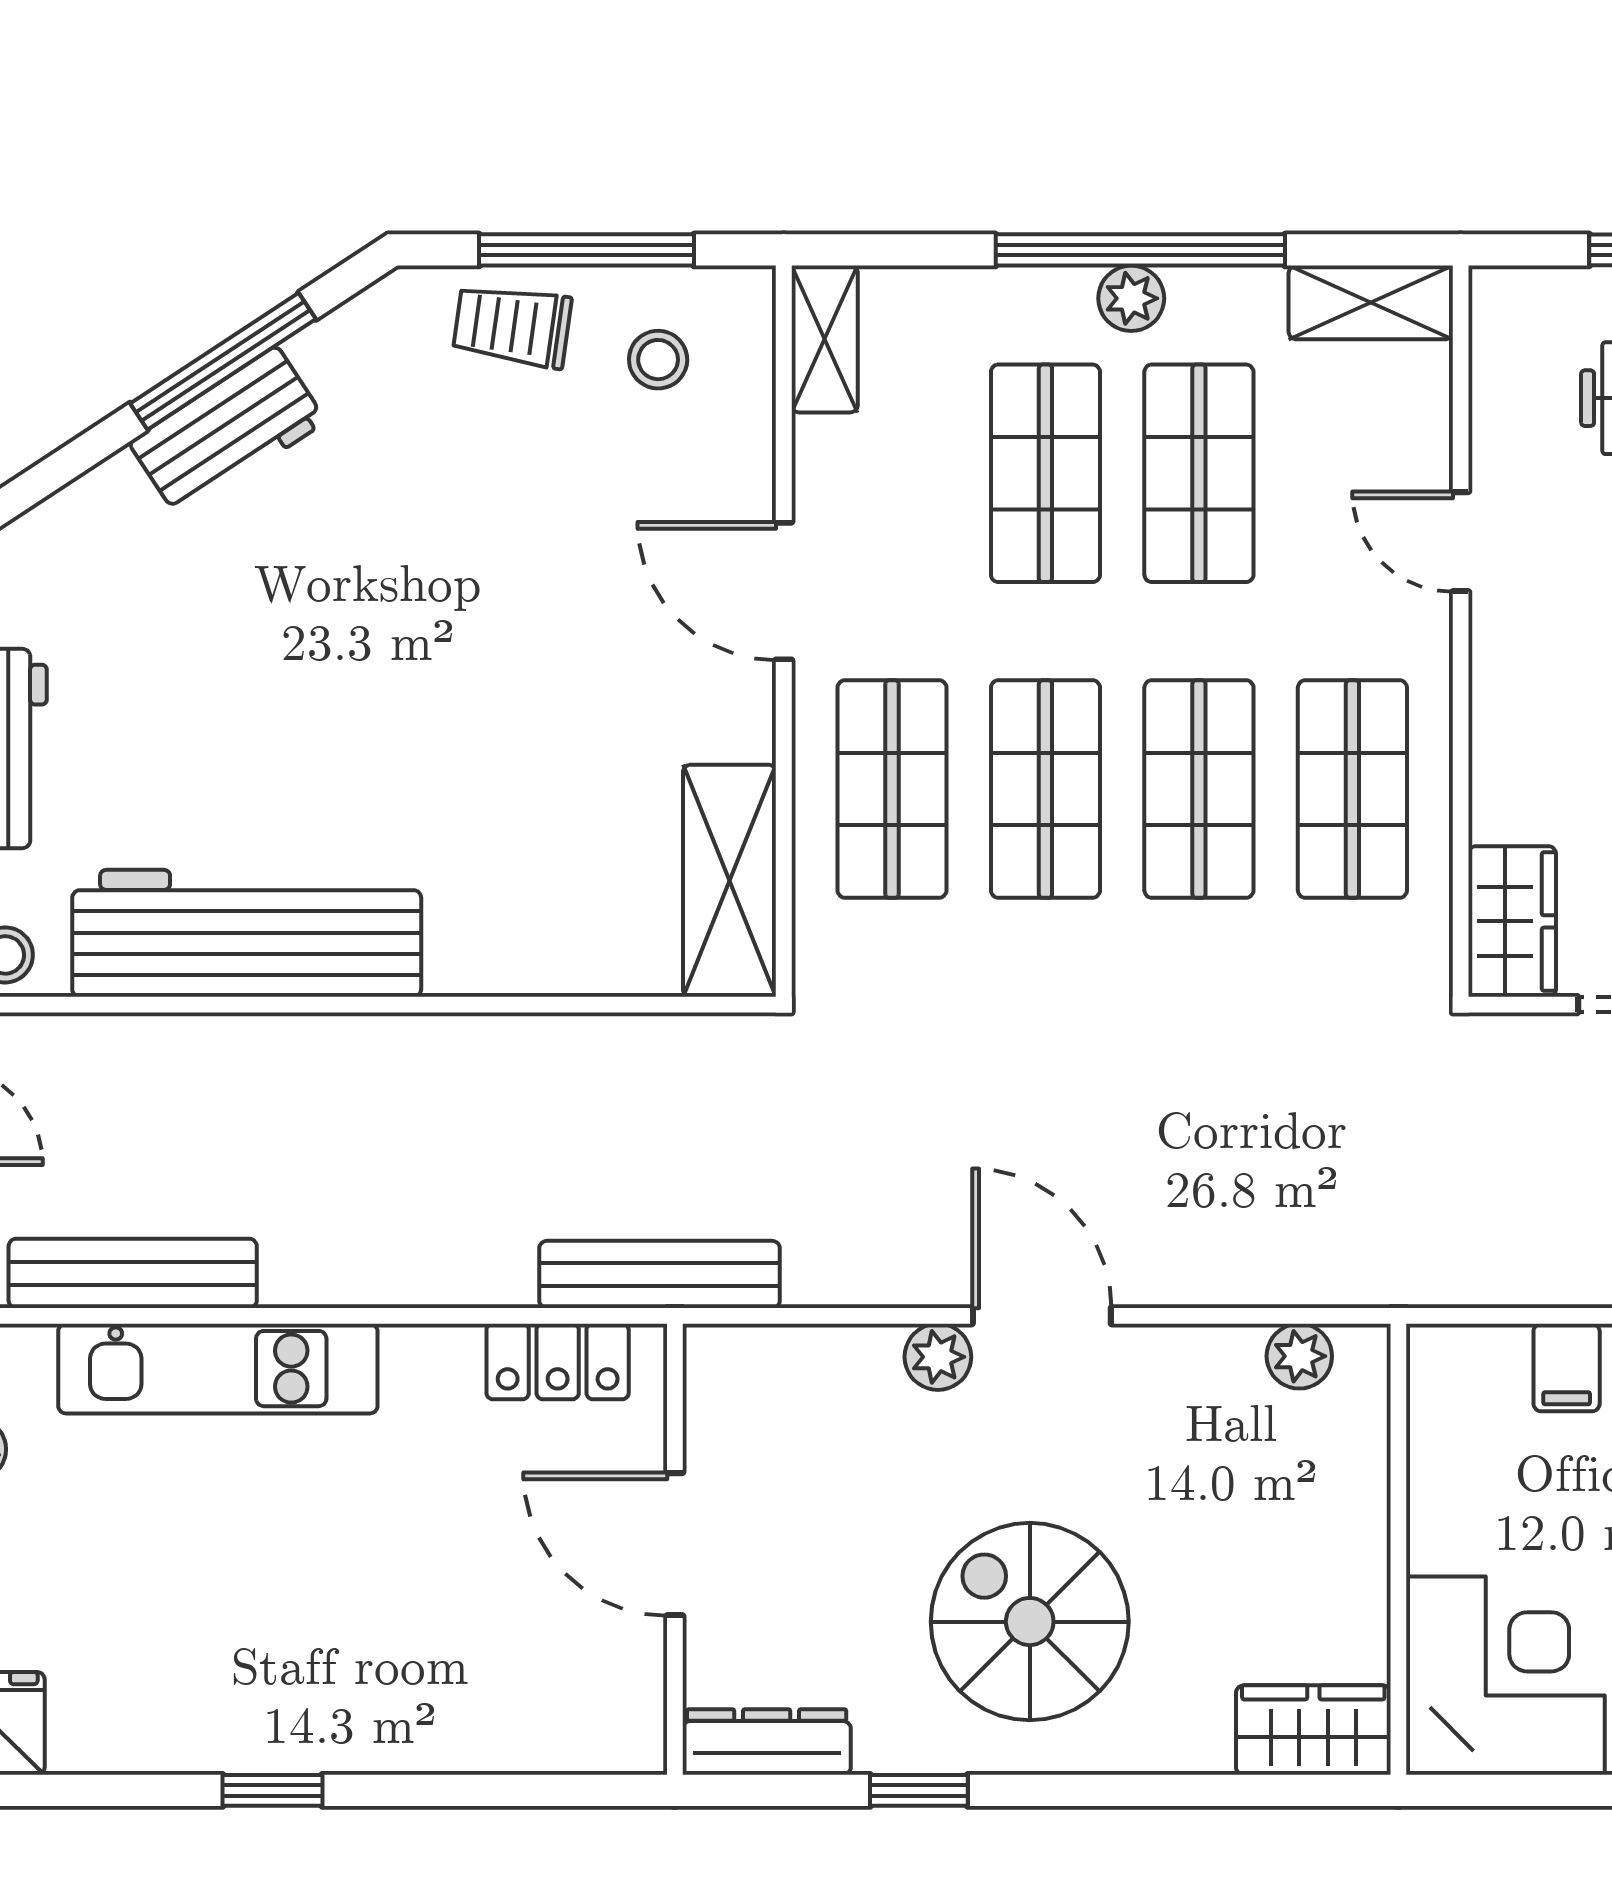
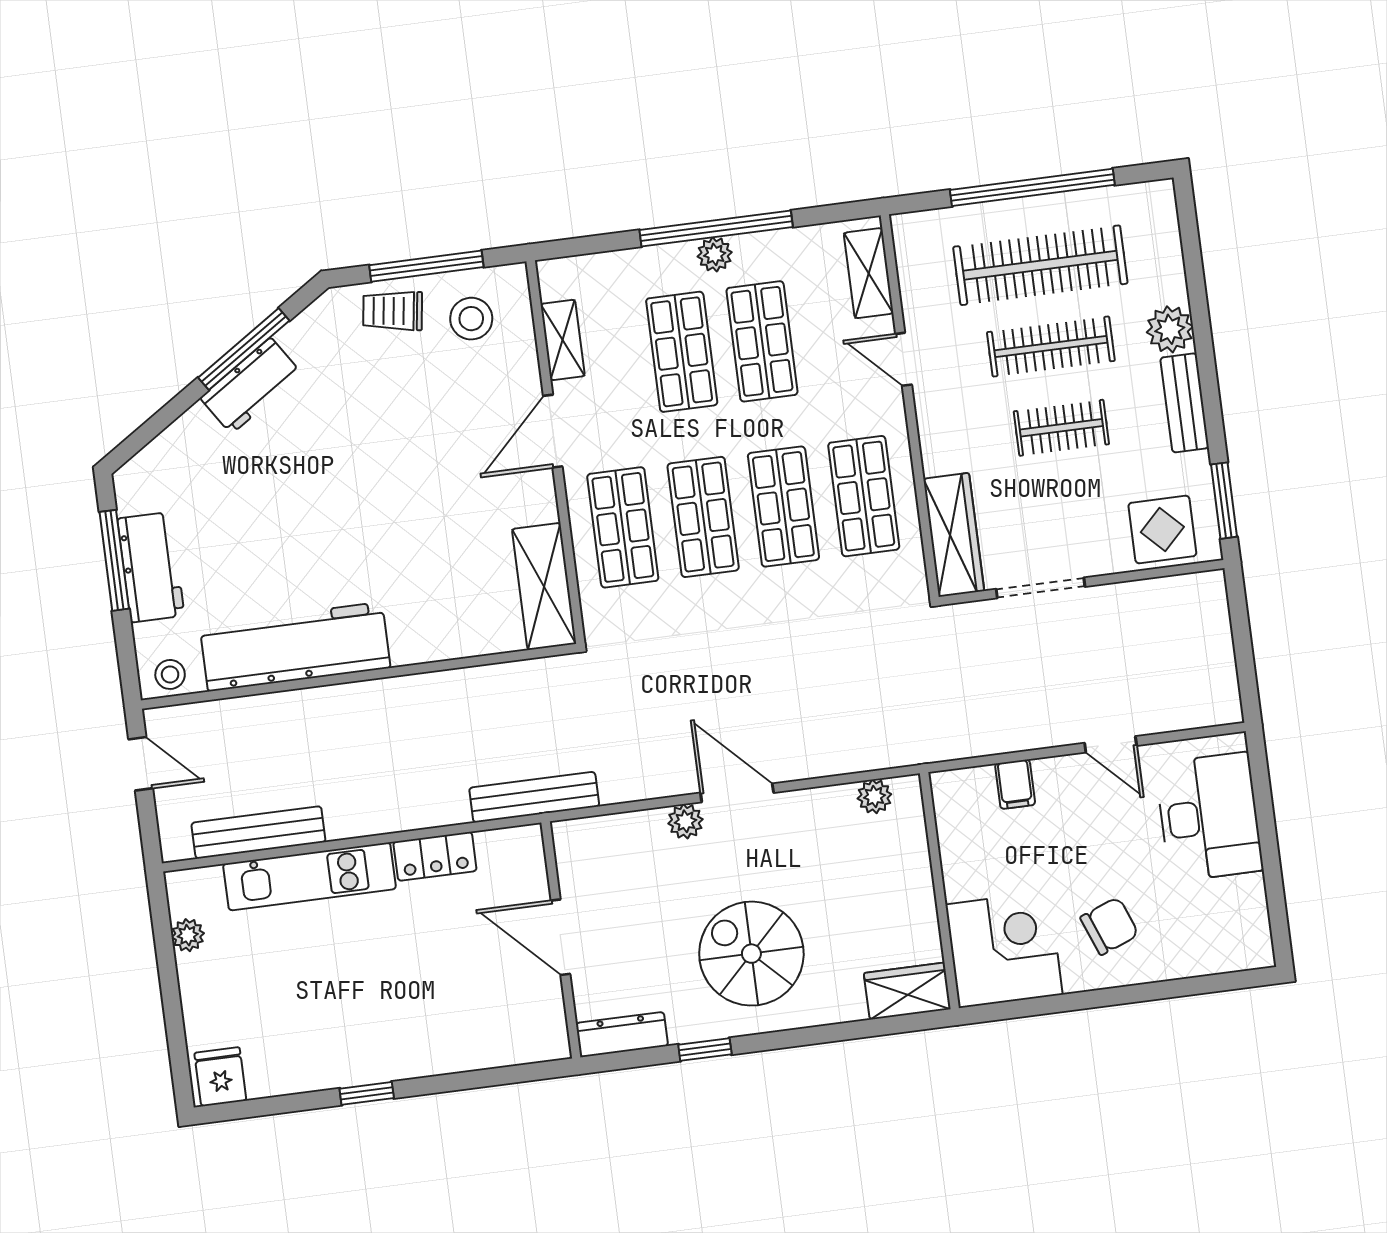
shelving: (1371, 302) -> (869, 273), moved, turned 90
shelving: (825, 339) -> (563, 340), moved
stool: (658, 360) -> (471, 319), width x1.37, depth x1.37
door: (784, 591) -> (553, 431), hinge flipped
wardrobe: (1512, 921) -> (954, 535), width x1.50
locker: (558, 1361) -> (435, 856), moved

